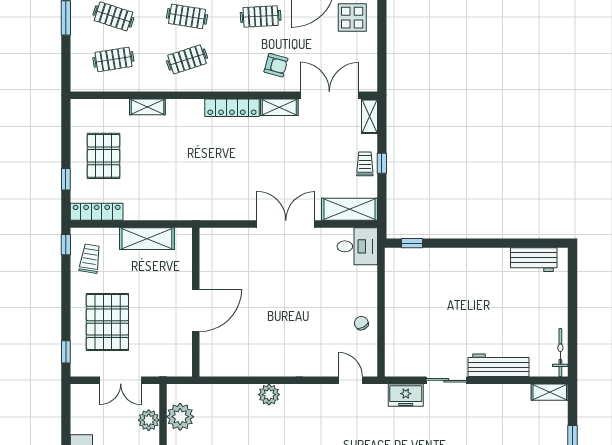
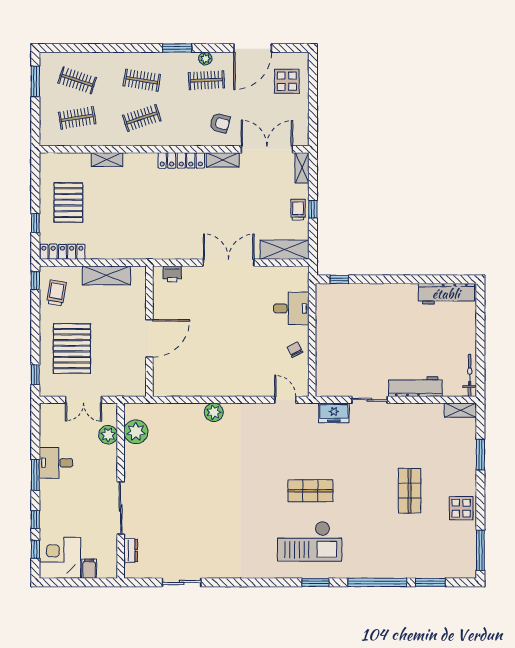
printer: (222, 237) -> (172, 274), added
desk: (357, 246) -> (291, 308), moved
workbench: (534, 260) -> (446, 294), width x1.38

